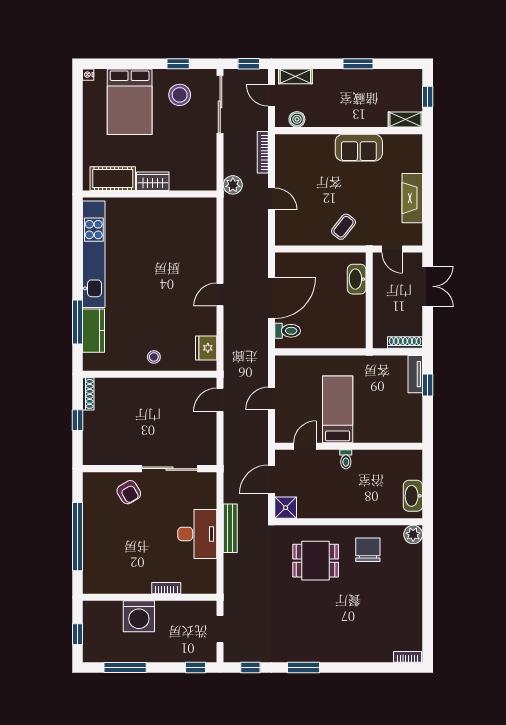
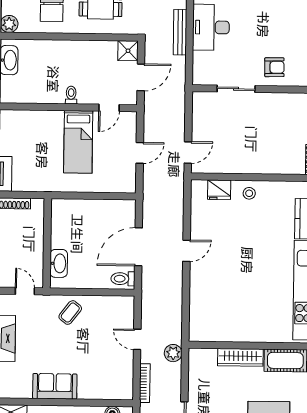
wardrobe: (153, 181) -> (240, 357), width x1.50
toilet: (288, 331) -> (123, 279), moved
fridge: (206, 348) -> (219, 190), moved, turned 90
sliding door: (169, 469) -> (236, 89), width x0.73
armchair: (129, 492) -> (274, 67), turned 120

